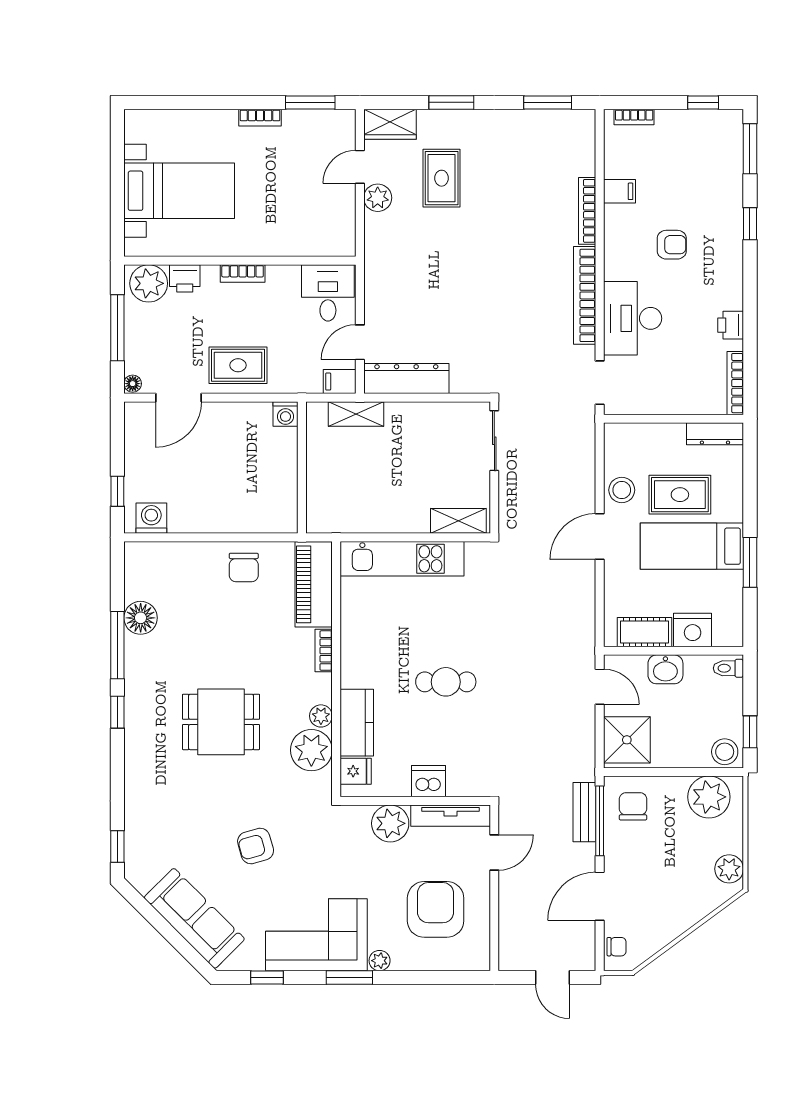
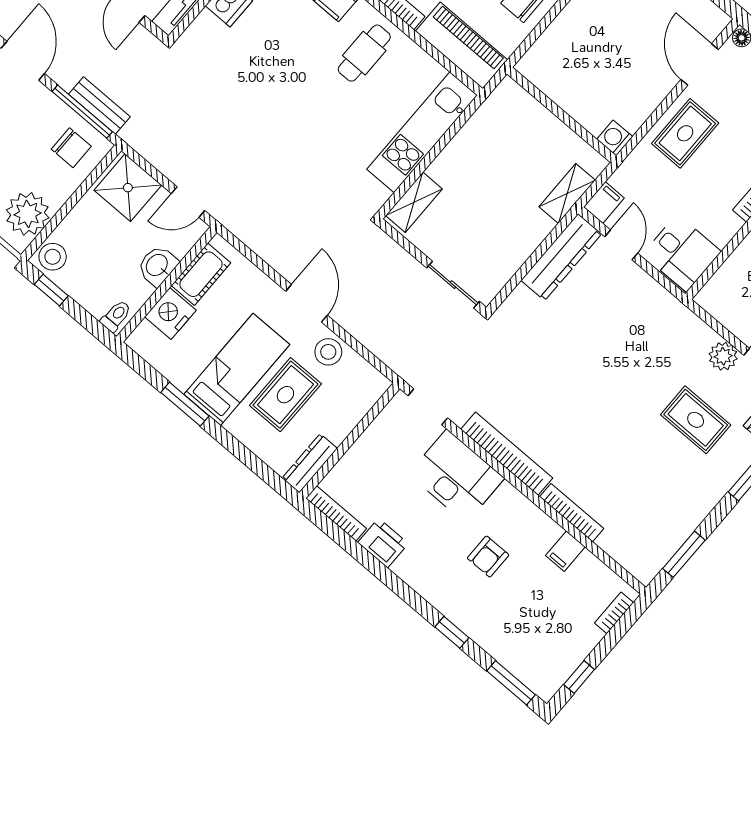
printer: (731, 325) -> (383, 543), width x1.36, depth x1.24
cafe table: (446, 682) -> (364, 53), moved

